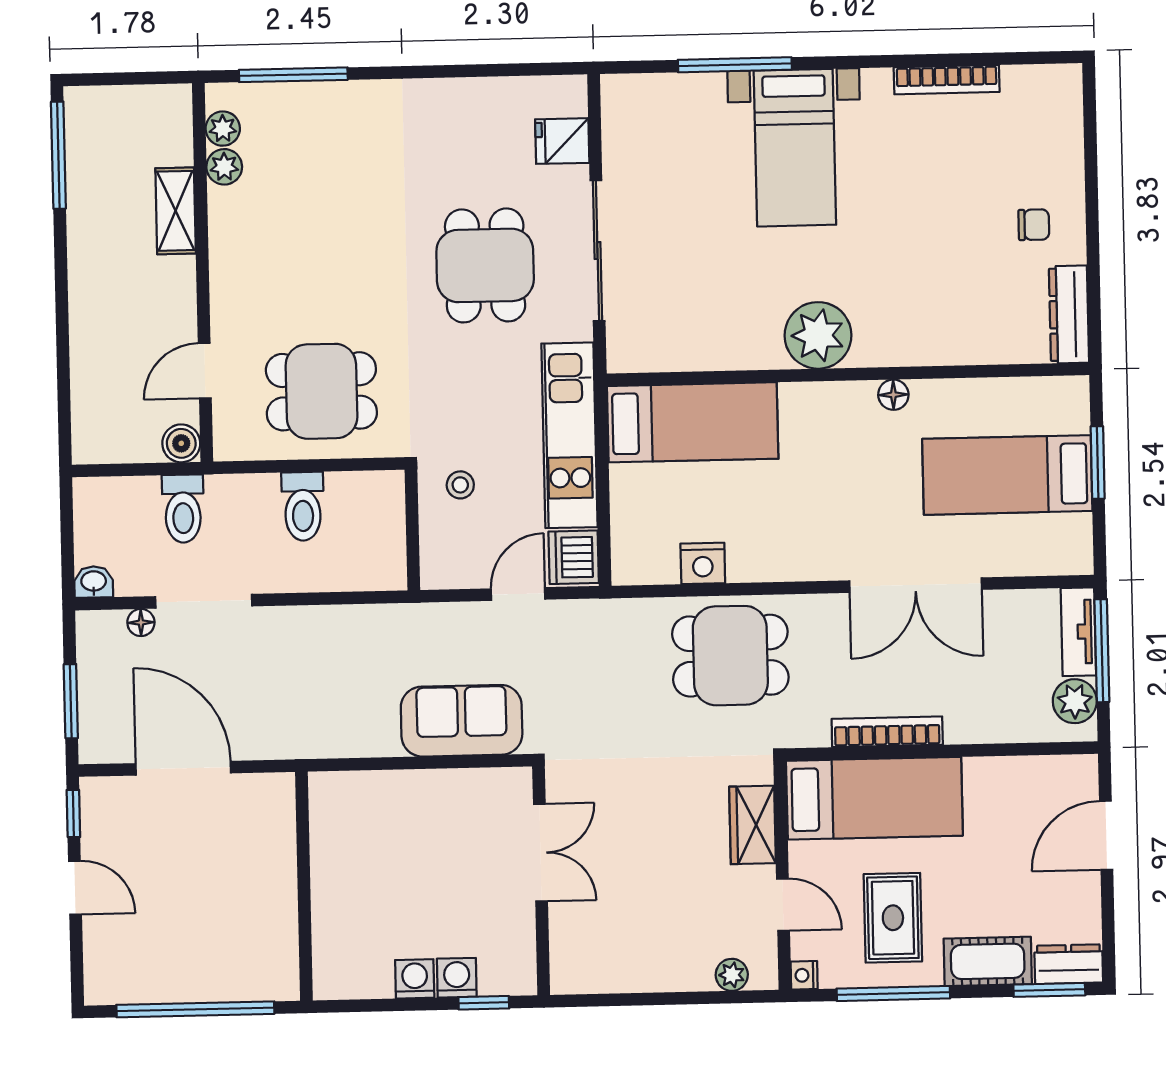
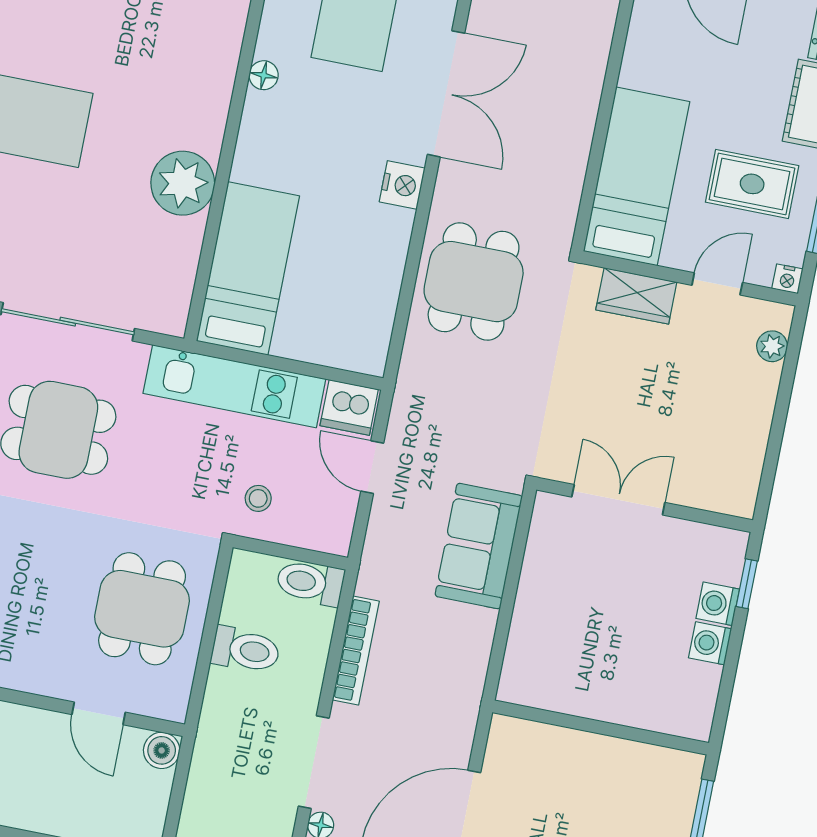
plant: (818, 335) -> (183, 183), moved
toilet: (183, 509) -> (310, 583), moved, turned 180
nightstand: (703, 563) -> (402, 185), moved
bookcase: (887, 732) -> (356, 650), moved, turned 180

